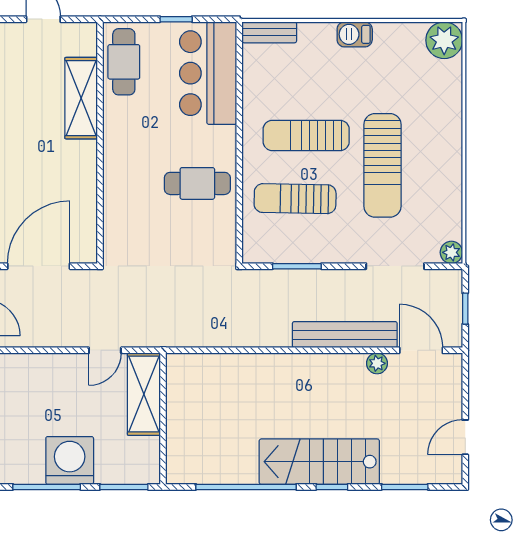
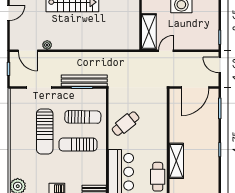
sun lounger: (306, 135) -> (78, 145), turned 180
sun lounger: (382, 165) -> (45, 131), turned 180
cafe table: (197, 183) -> (126, 124), turned -39
plant: (451, 252) -> (15, 93), removed
bench: (345, 335) -> (84, 81), moved

